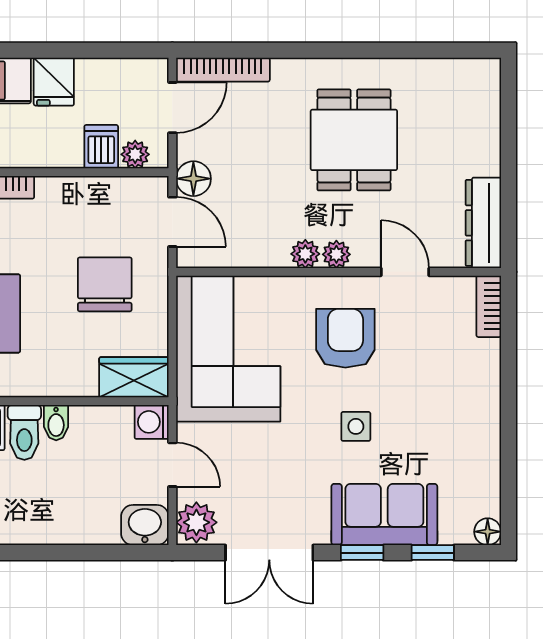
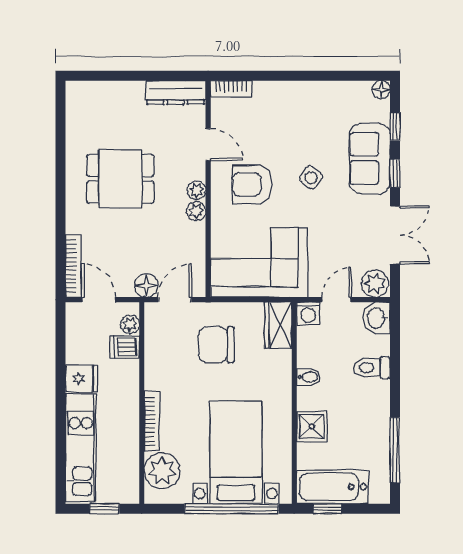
door: (405, 272) -> (208, 145), swing flipped
side table: (356, 426) -> (311, 177), turned 36
toilet: (24, 432) -> (372, 368), moved, turned 180

